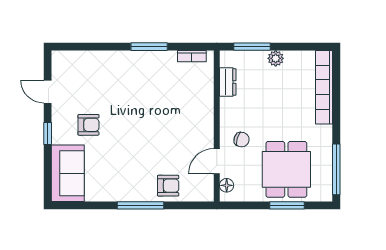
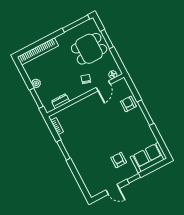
door: (48, 92) -> (113, 189), hinge flipped
door: (217, 161) -> (103, 86), hinge flipped

